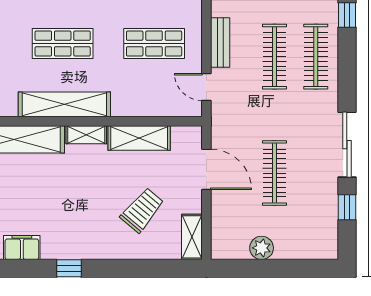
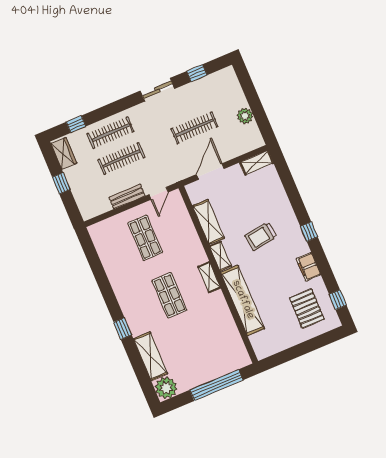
shelving: (64, 104) -> (209, 277), width x0.45, depth x0.75
sliding door: (347, 145) -> (157, 90), width x0.73
trolley: (142, 210) -> (261, 236), moved, turned -48

